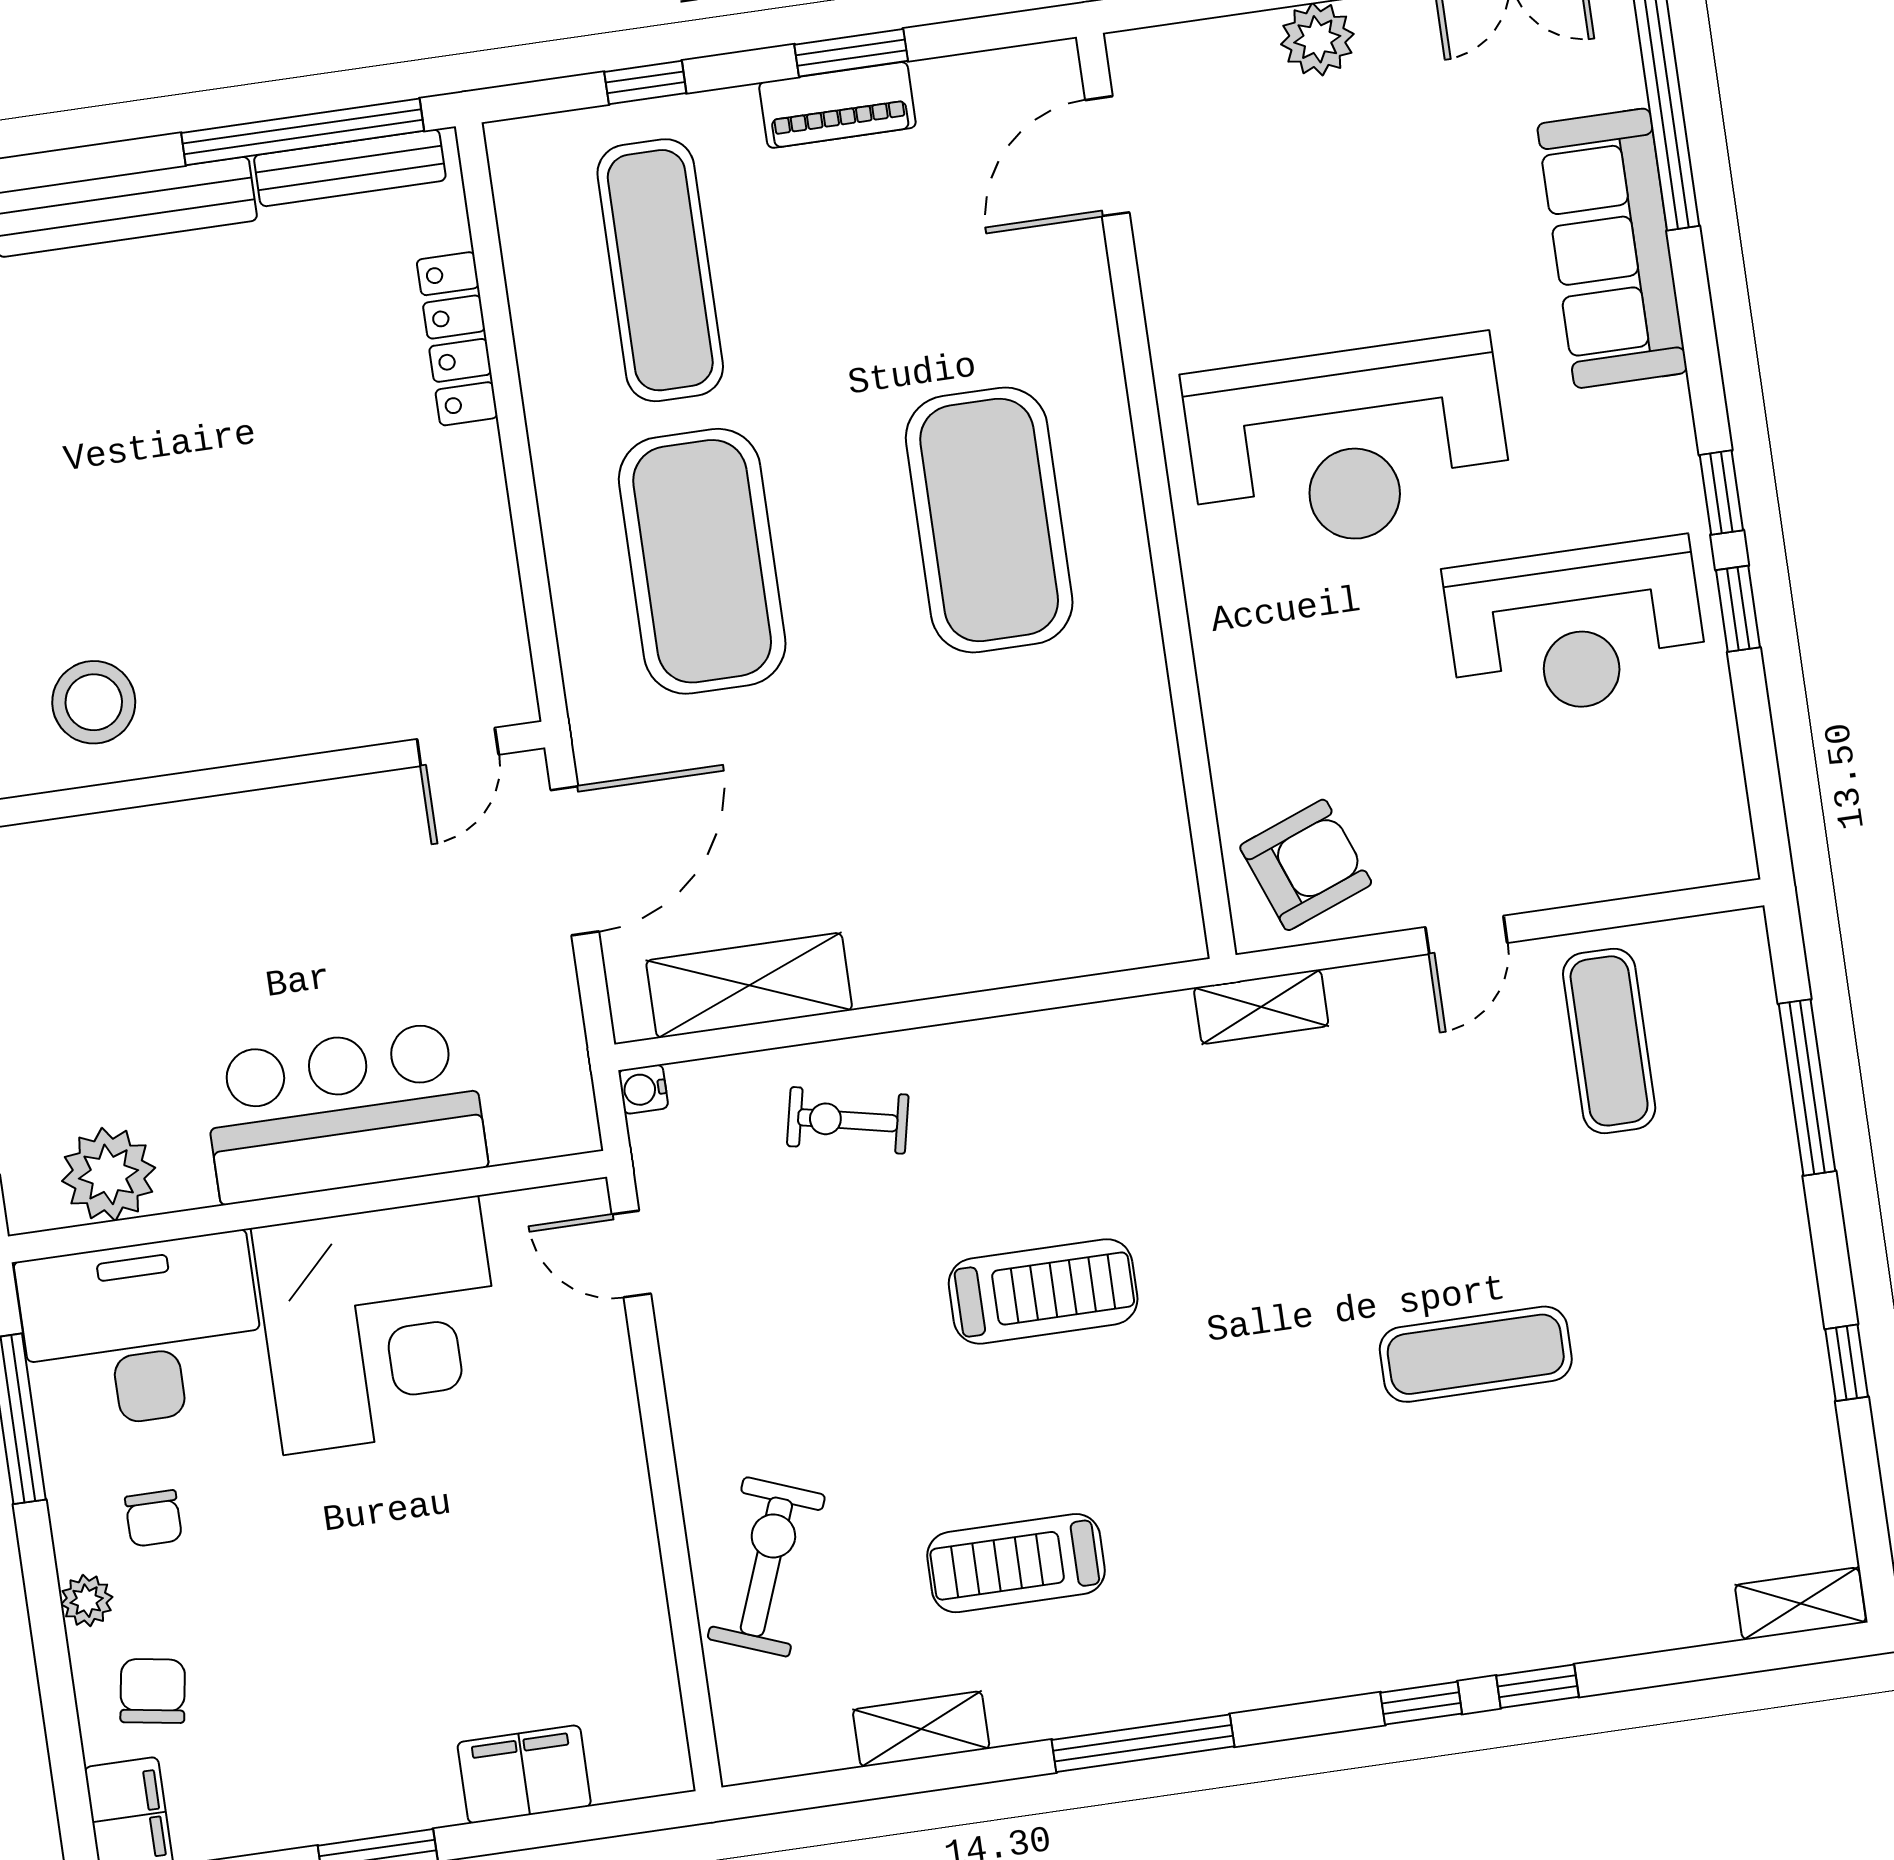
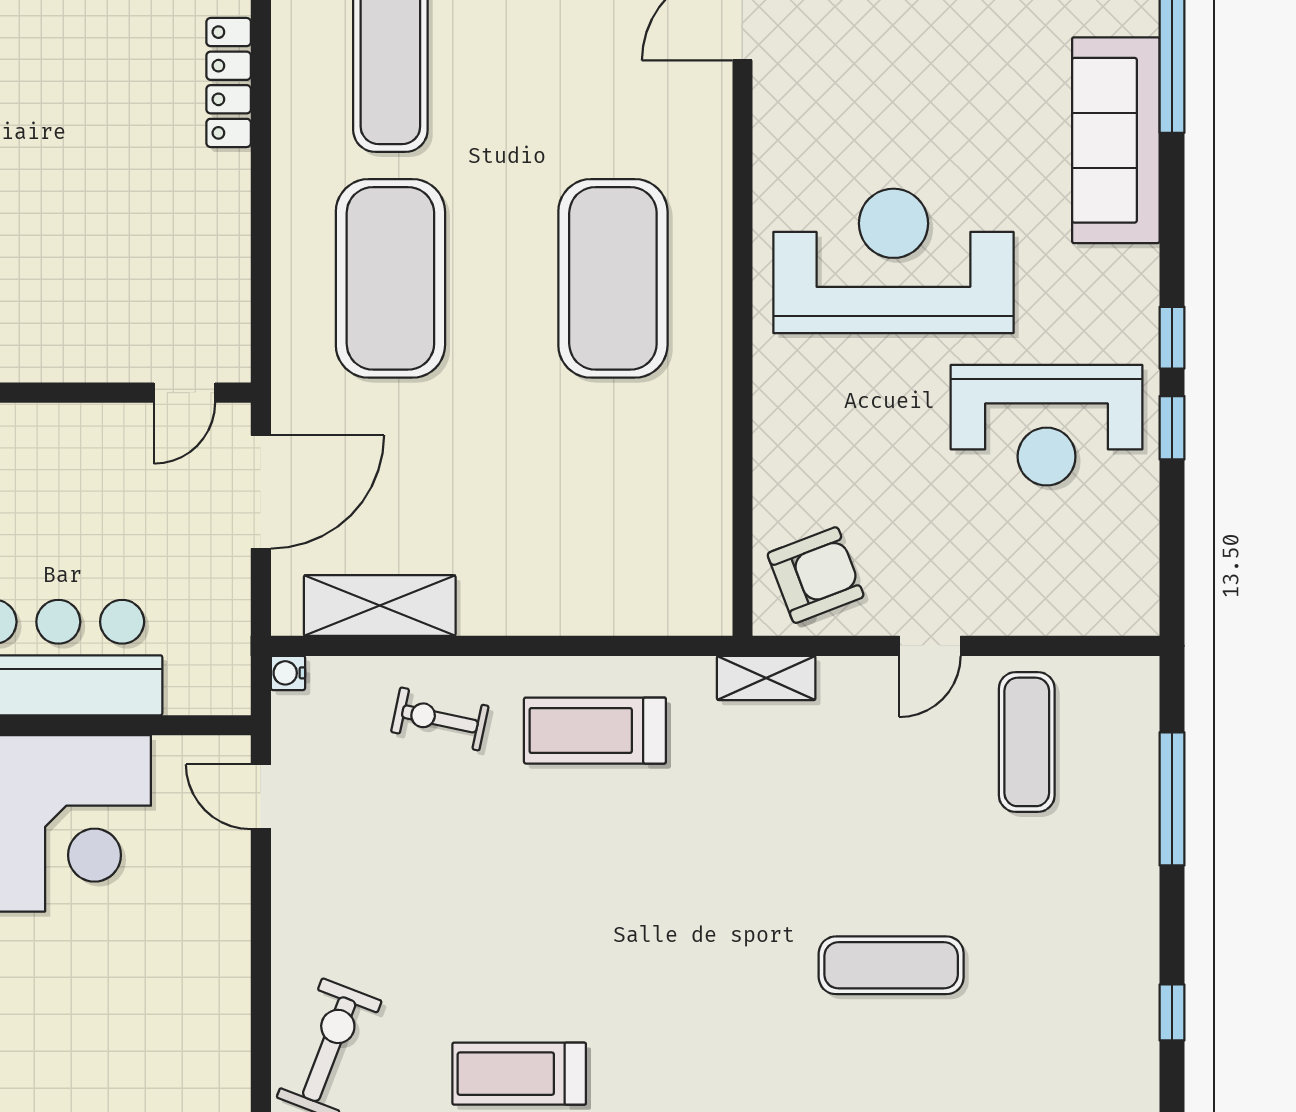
reception desk: (1348, 445) -> (893, 261), turned 180
treadmill: (1043, 1291) -> (595, 731), moved, turned 180

